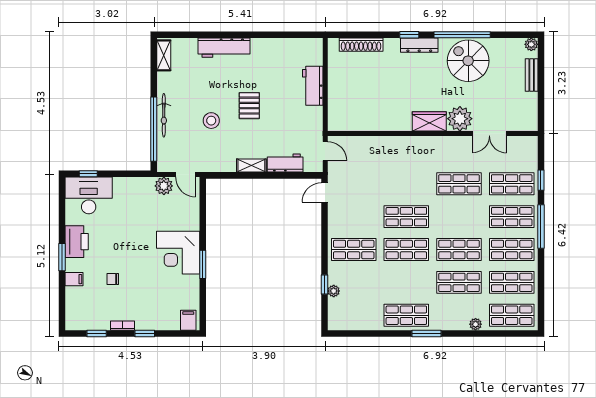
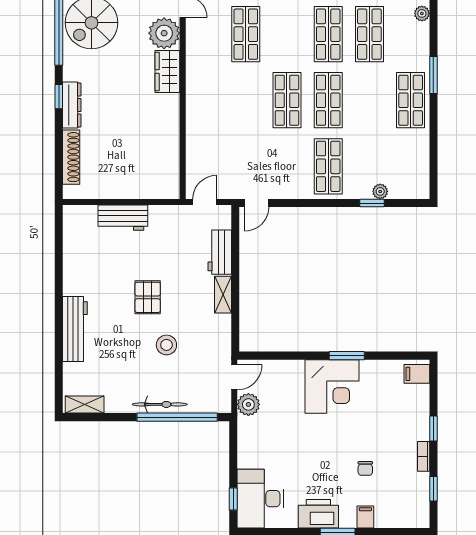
dresser: (419, 45) -> (72, 105), moved
pallet: (249, 106) -> (148, 297), turned 90
door: (324, 193) -> (257, 203), hinge flipped

